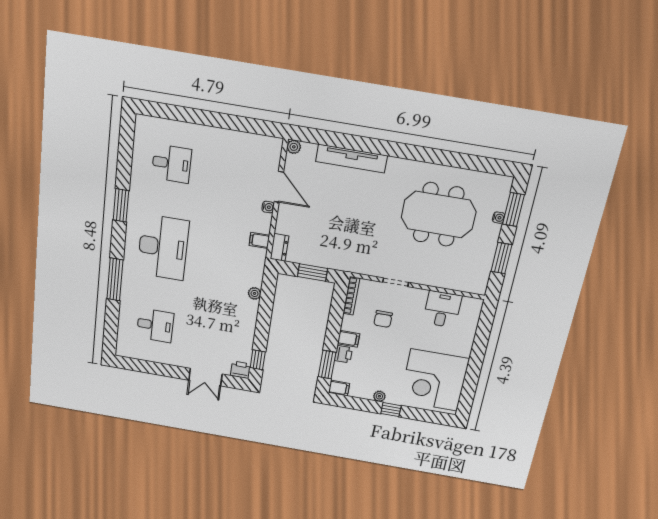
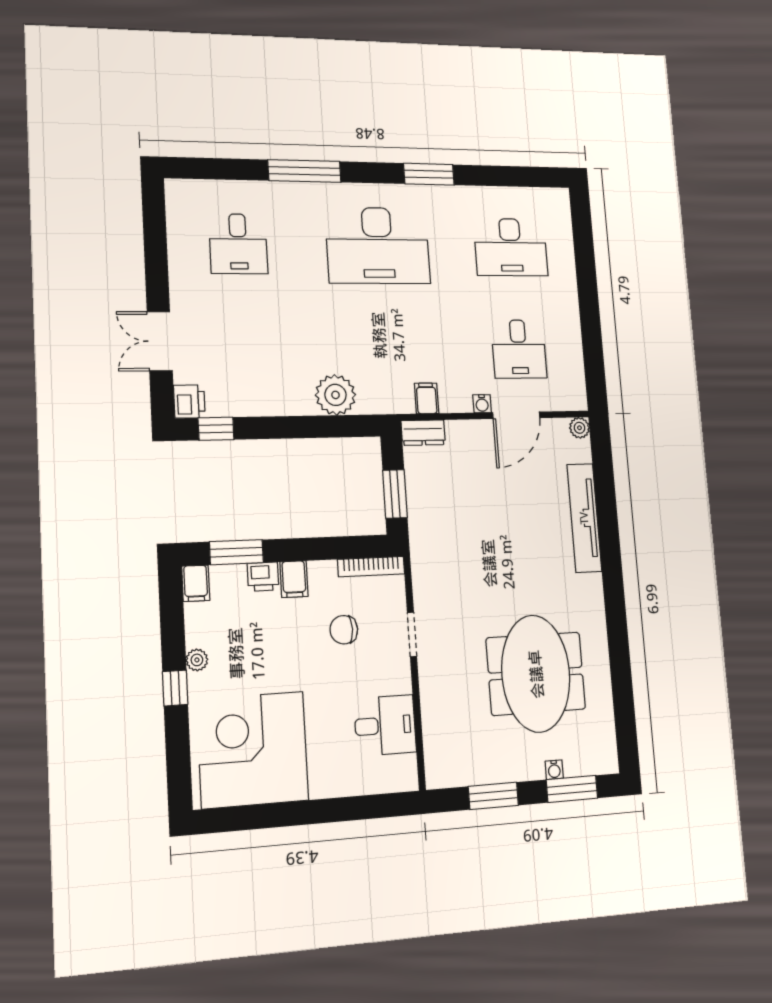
desk: (172, 164) -> (511, 247), width x1.37
desk: (237, 175) -> (519, 349), added
plant: (255, 293) -> (336, 395), width x1.88, depth x1.88

